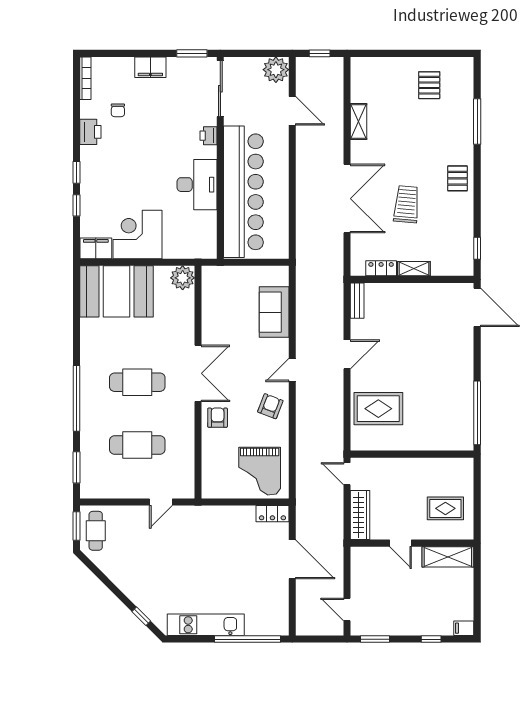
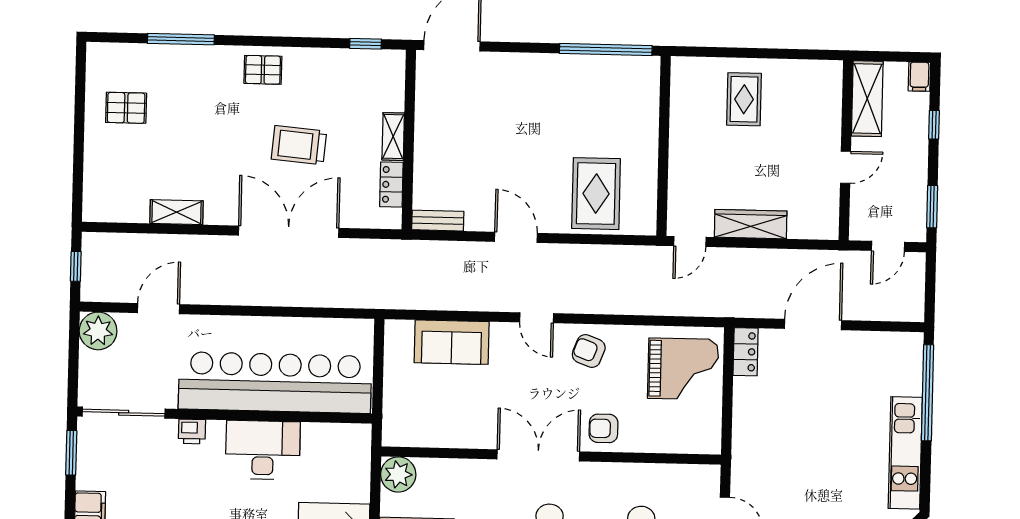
door: (401, 543) -> (846, 167), moved
wall: (412, 543) -> (846, 150), moved
shelving: (448, 557) -> (867, 99), moved

